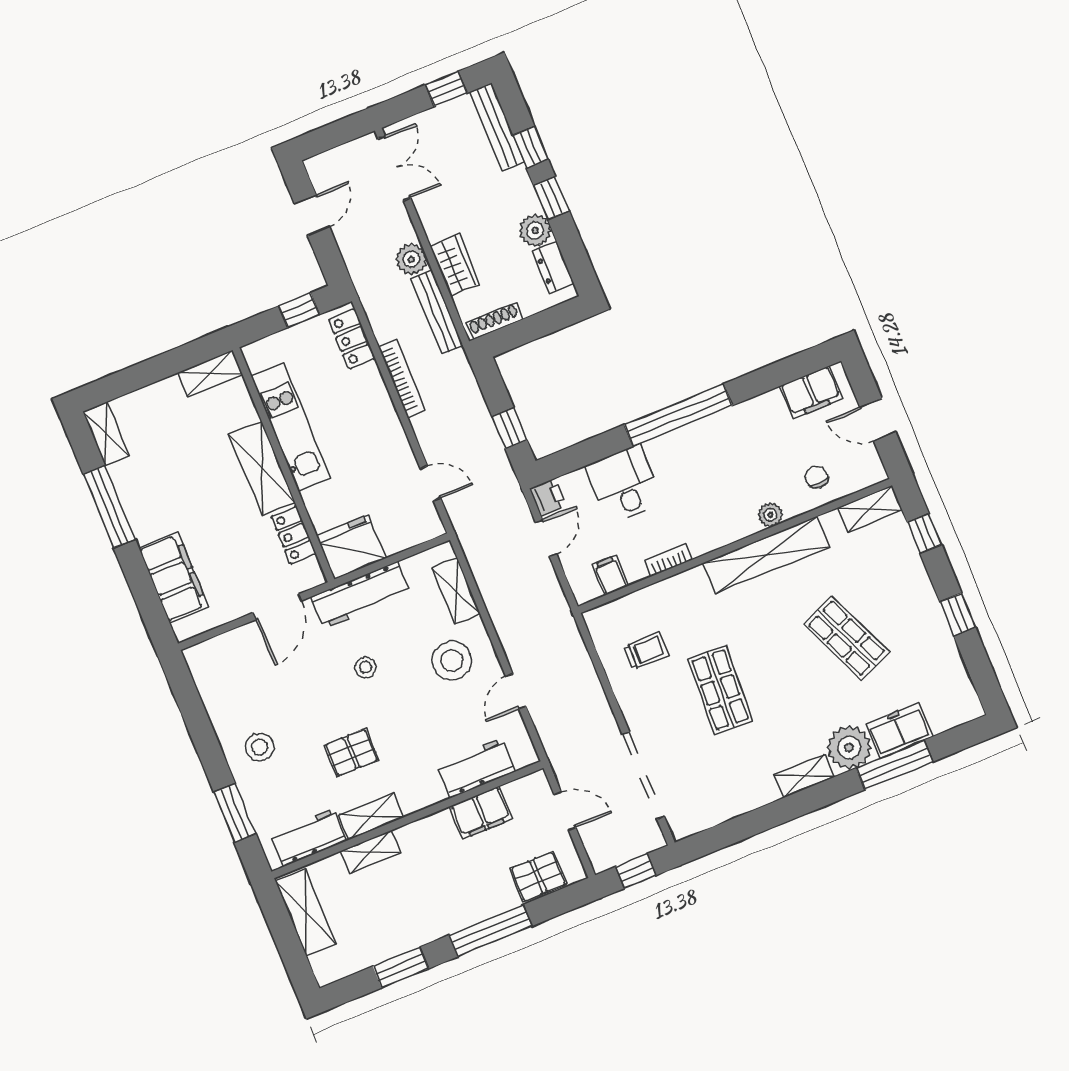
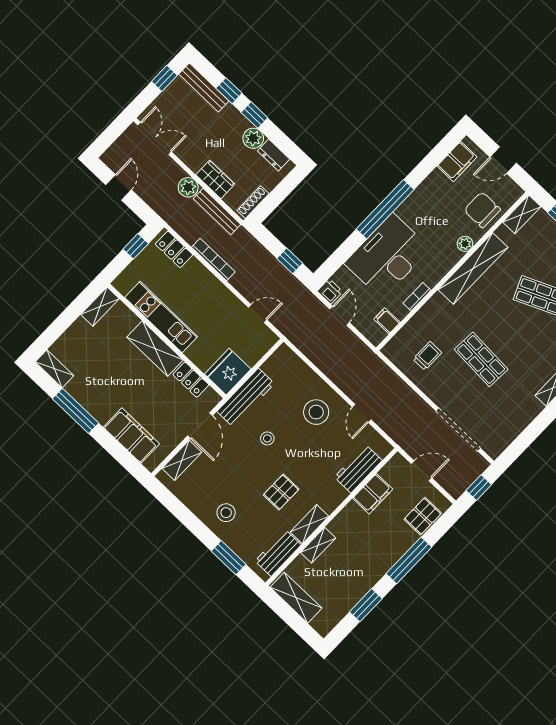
chair: (816, 477) -> (482, 210), width x1.87, depth x1.87
desk: (624, 484) -> (387, 256), width x1.87, depth x1.30
shelving: (456, 591) -> (182, 460), moved, turned 90

